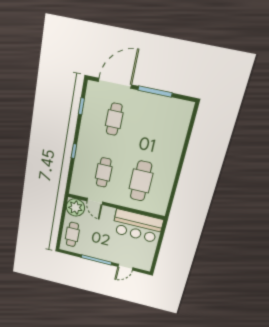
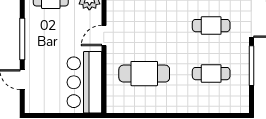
cafe table: (104, 172) -> (211, 74), moved
door: (95, 201) -> (104, 36), moved

